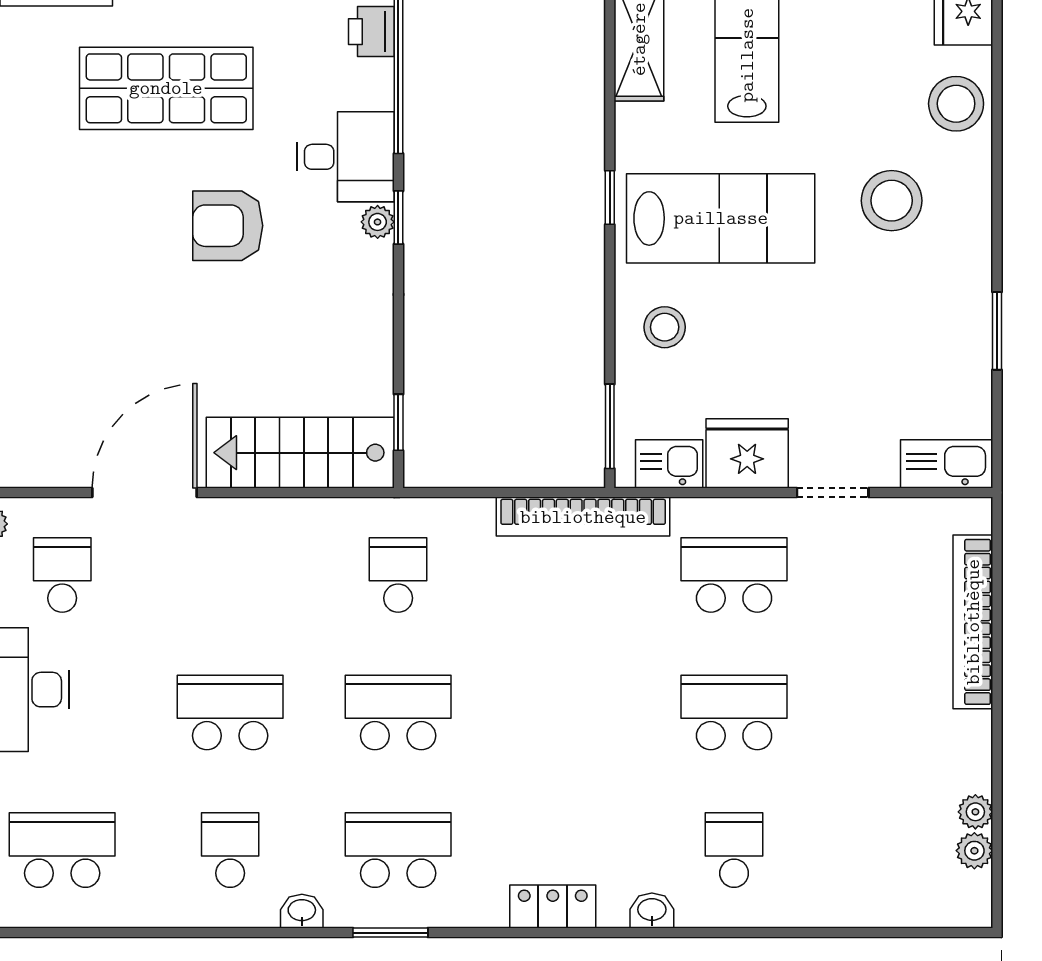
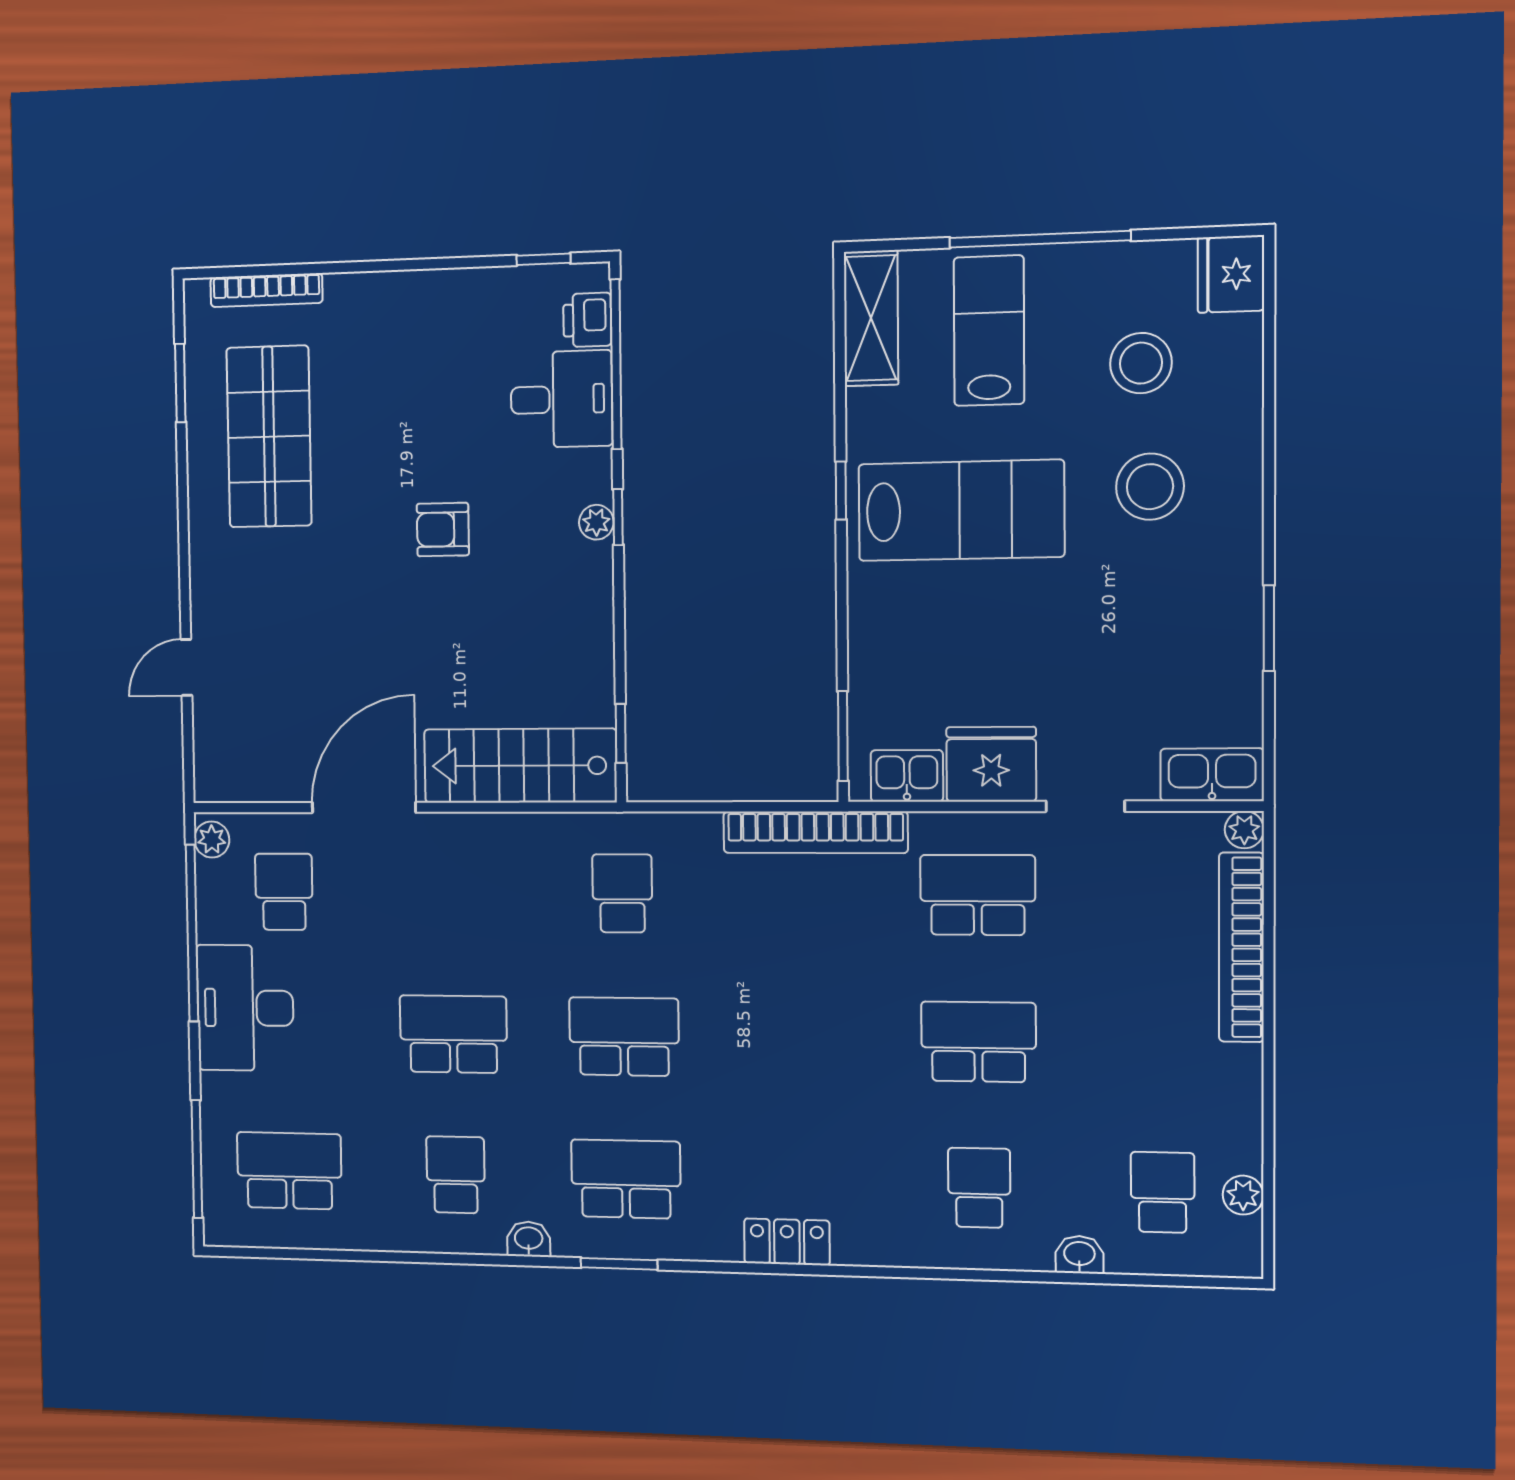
shop shelf: (166, 88) -> (269, 437), moved, turned 90
stool: (956, 104) -> (1141, 363), moved
desk: (345, 157) -> (561, 399), moved
armchair: (228, 226) -> (443, 530), width x0.72, depth x0.72
stool: (665, 327) -> (901, 629), removed
plant: (975, 812) -> (1244, 830), moved
school desk: (902, 850) -> (1163, 1192), added
washbasin: (652, 911) -> (1079, 1255), moved

